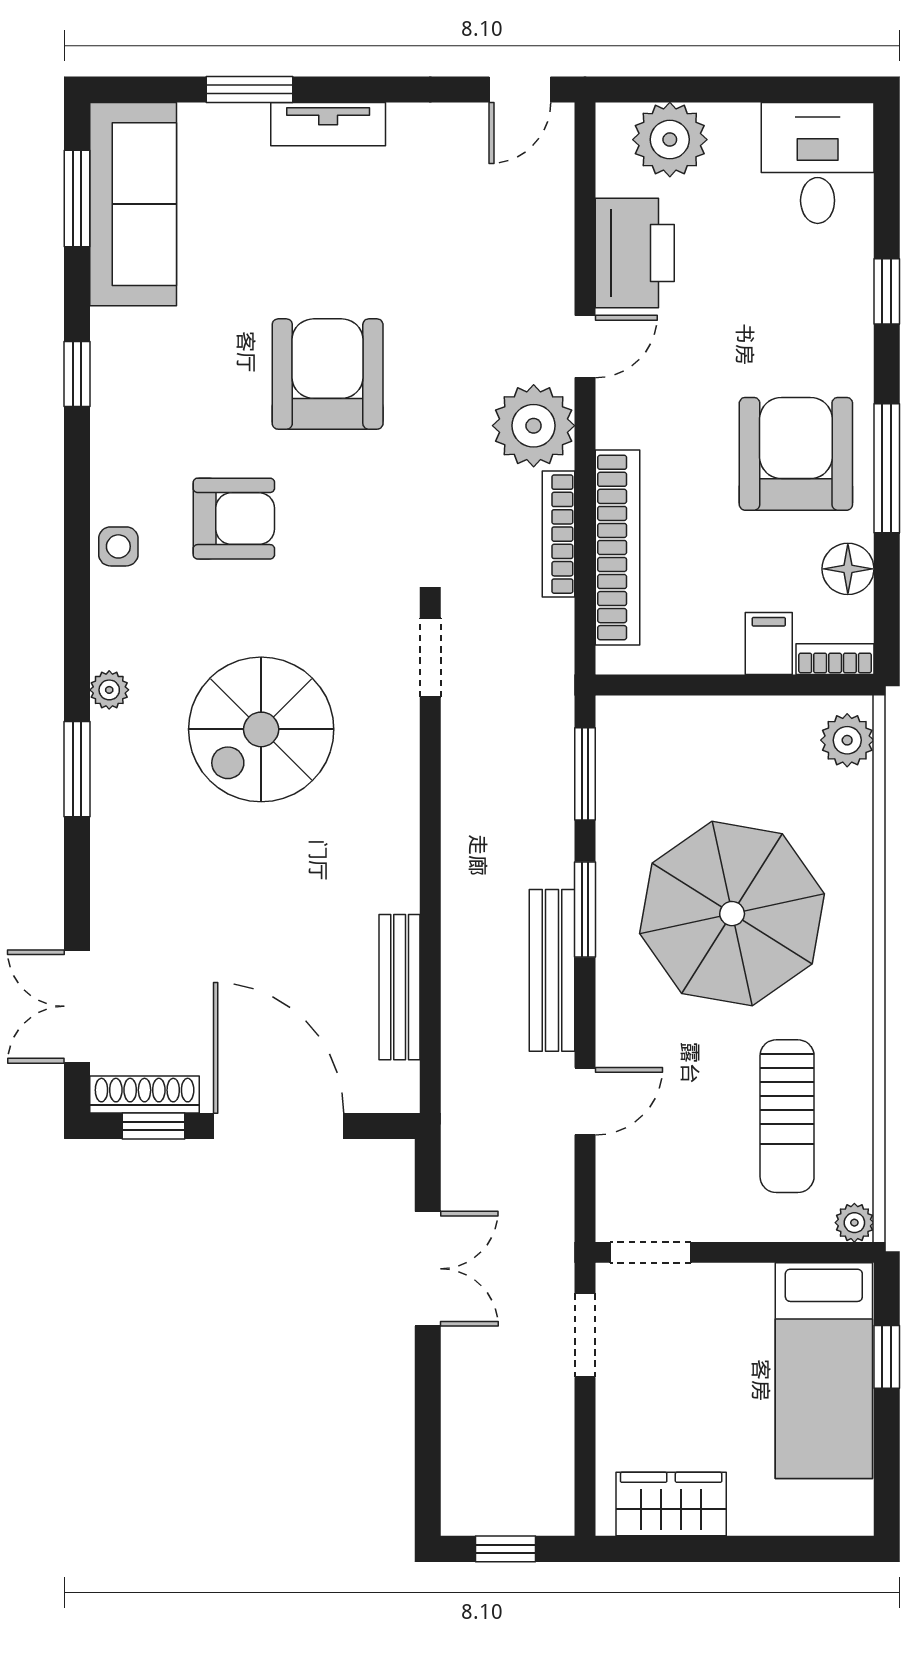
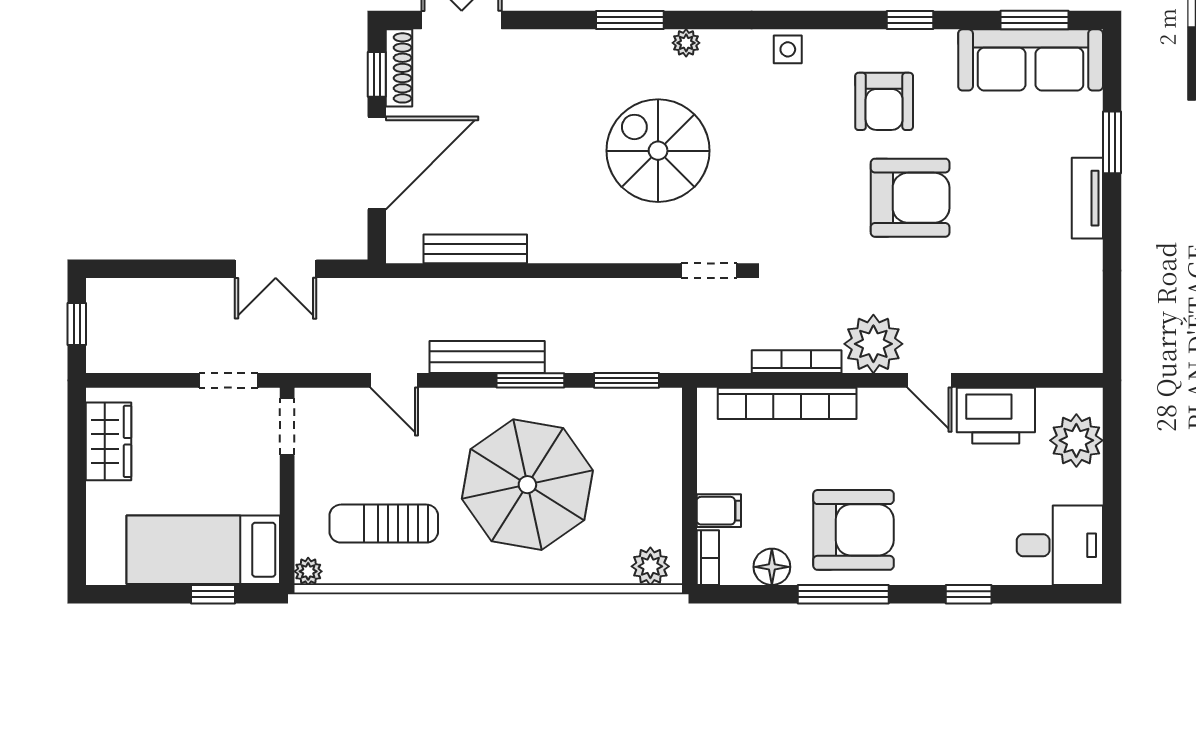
door: (520, 89) -> (1112, 334), removed
armchair: (234, 519) -> (884, 101), moved

